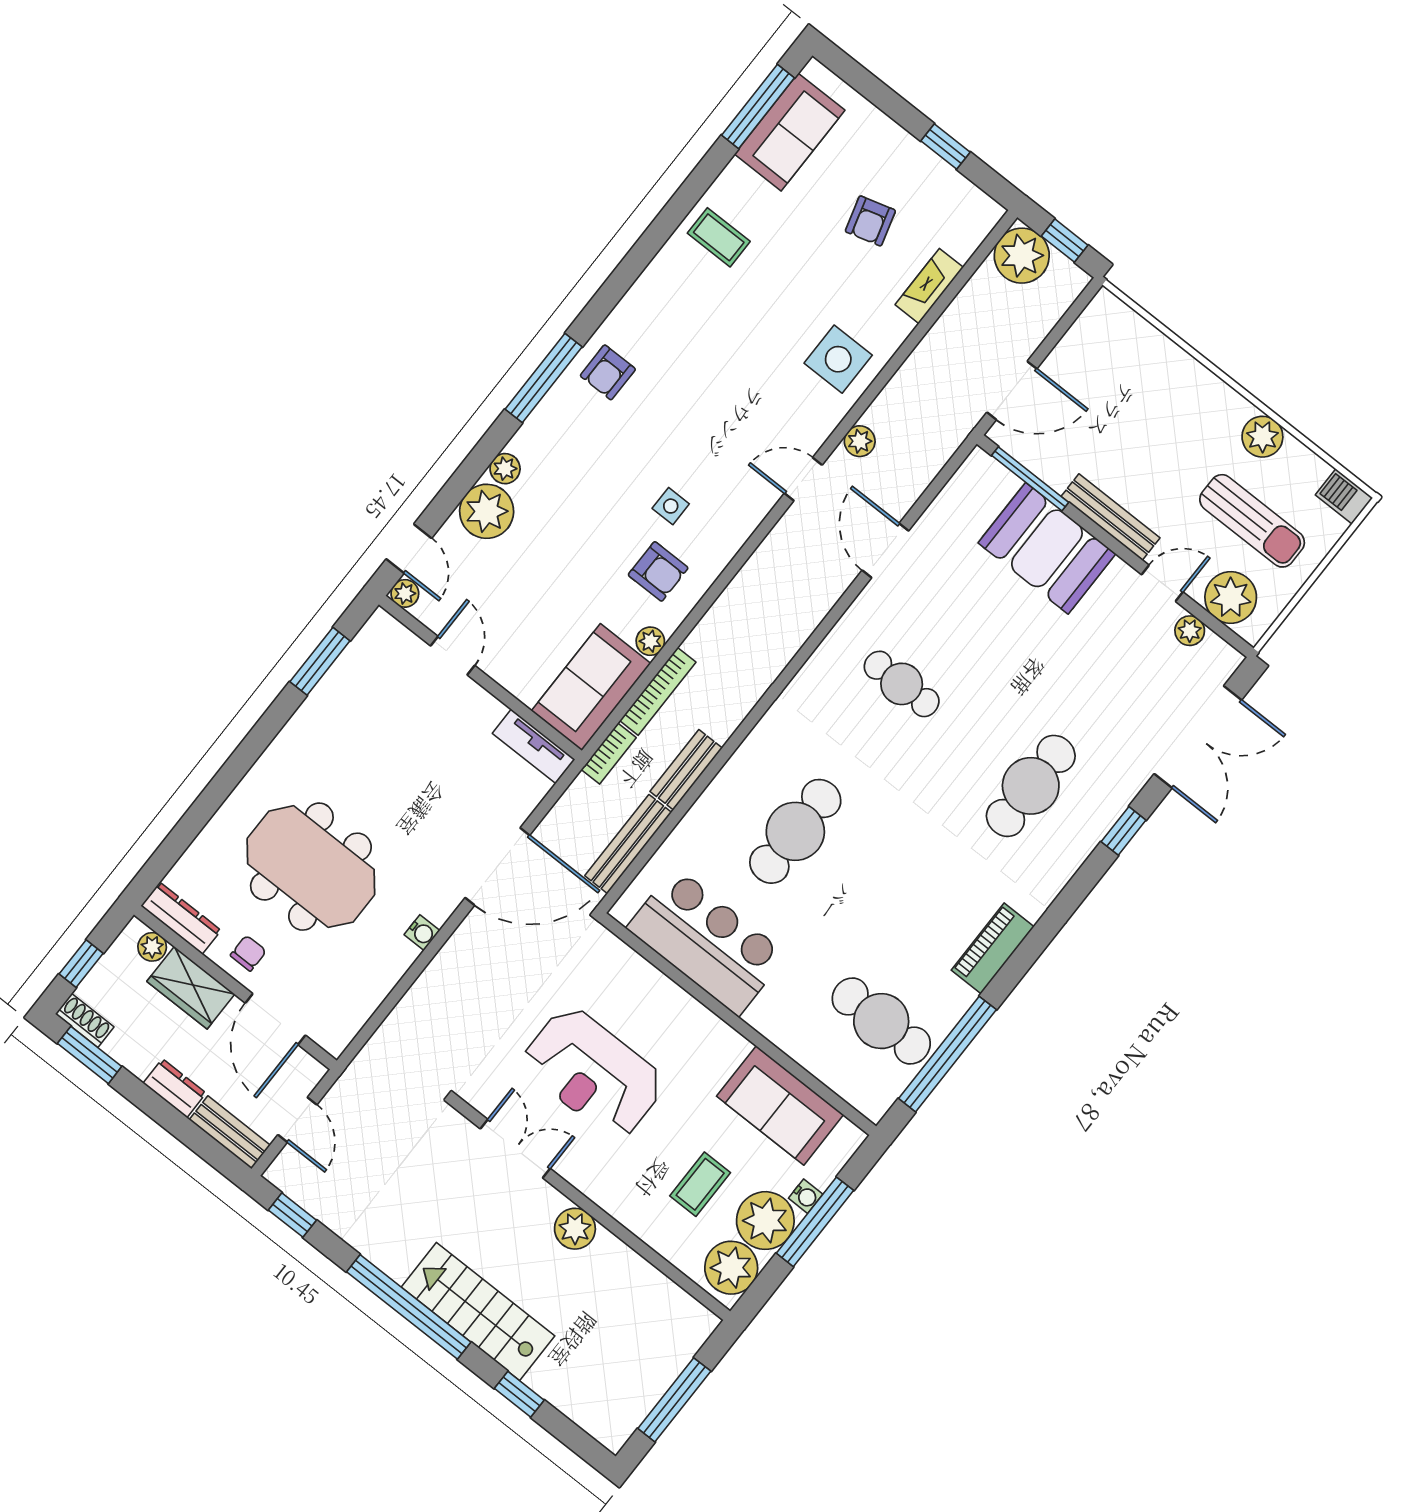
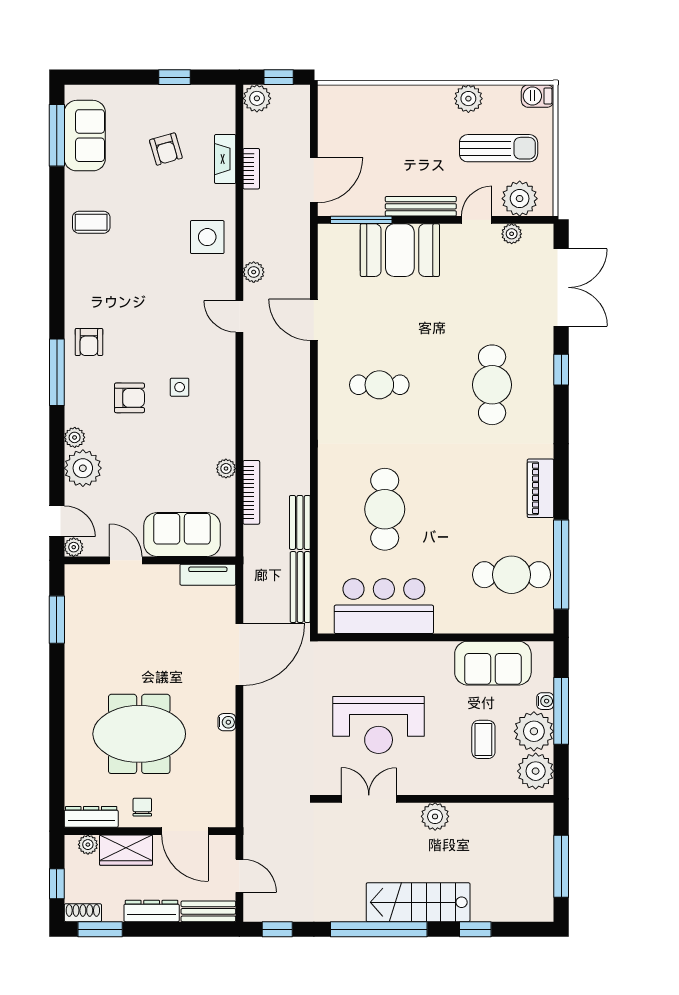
plant: (1022, 256) -> (257, 98), width x0.73, depth x0.73
door: (803, 479) -> (239, 316), hinge flipped
armchair: (658, 571) -> (129, 398), moved
sofa: (591, 687) -> (182, 534), moved, turned 90
bookcase: (609, 754) -> (251, 169), moved
dresser: (175, 1088) -> (152, 911), width x1.44

